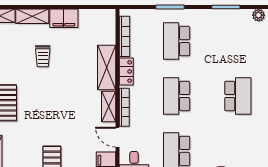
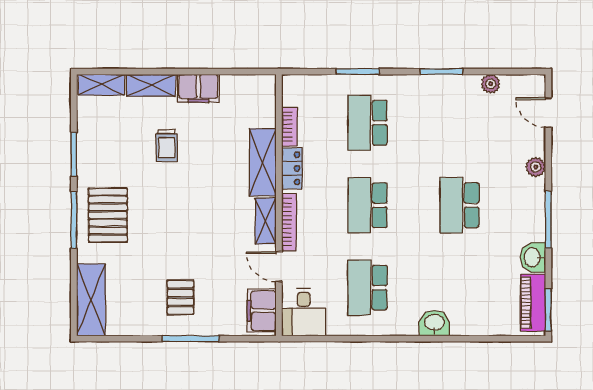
bookcase: (124, 36) -> (289, 127), width x0.64
school desk: (238, 96) -> (460, 205), turned 180

